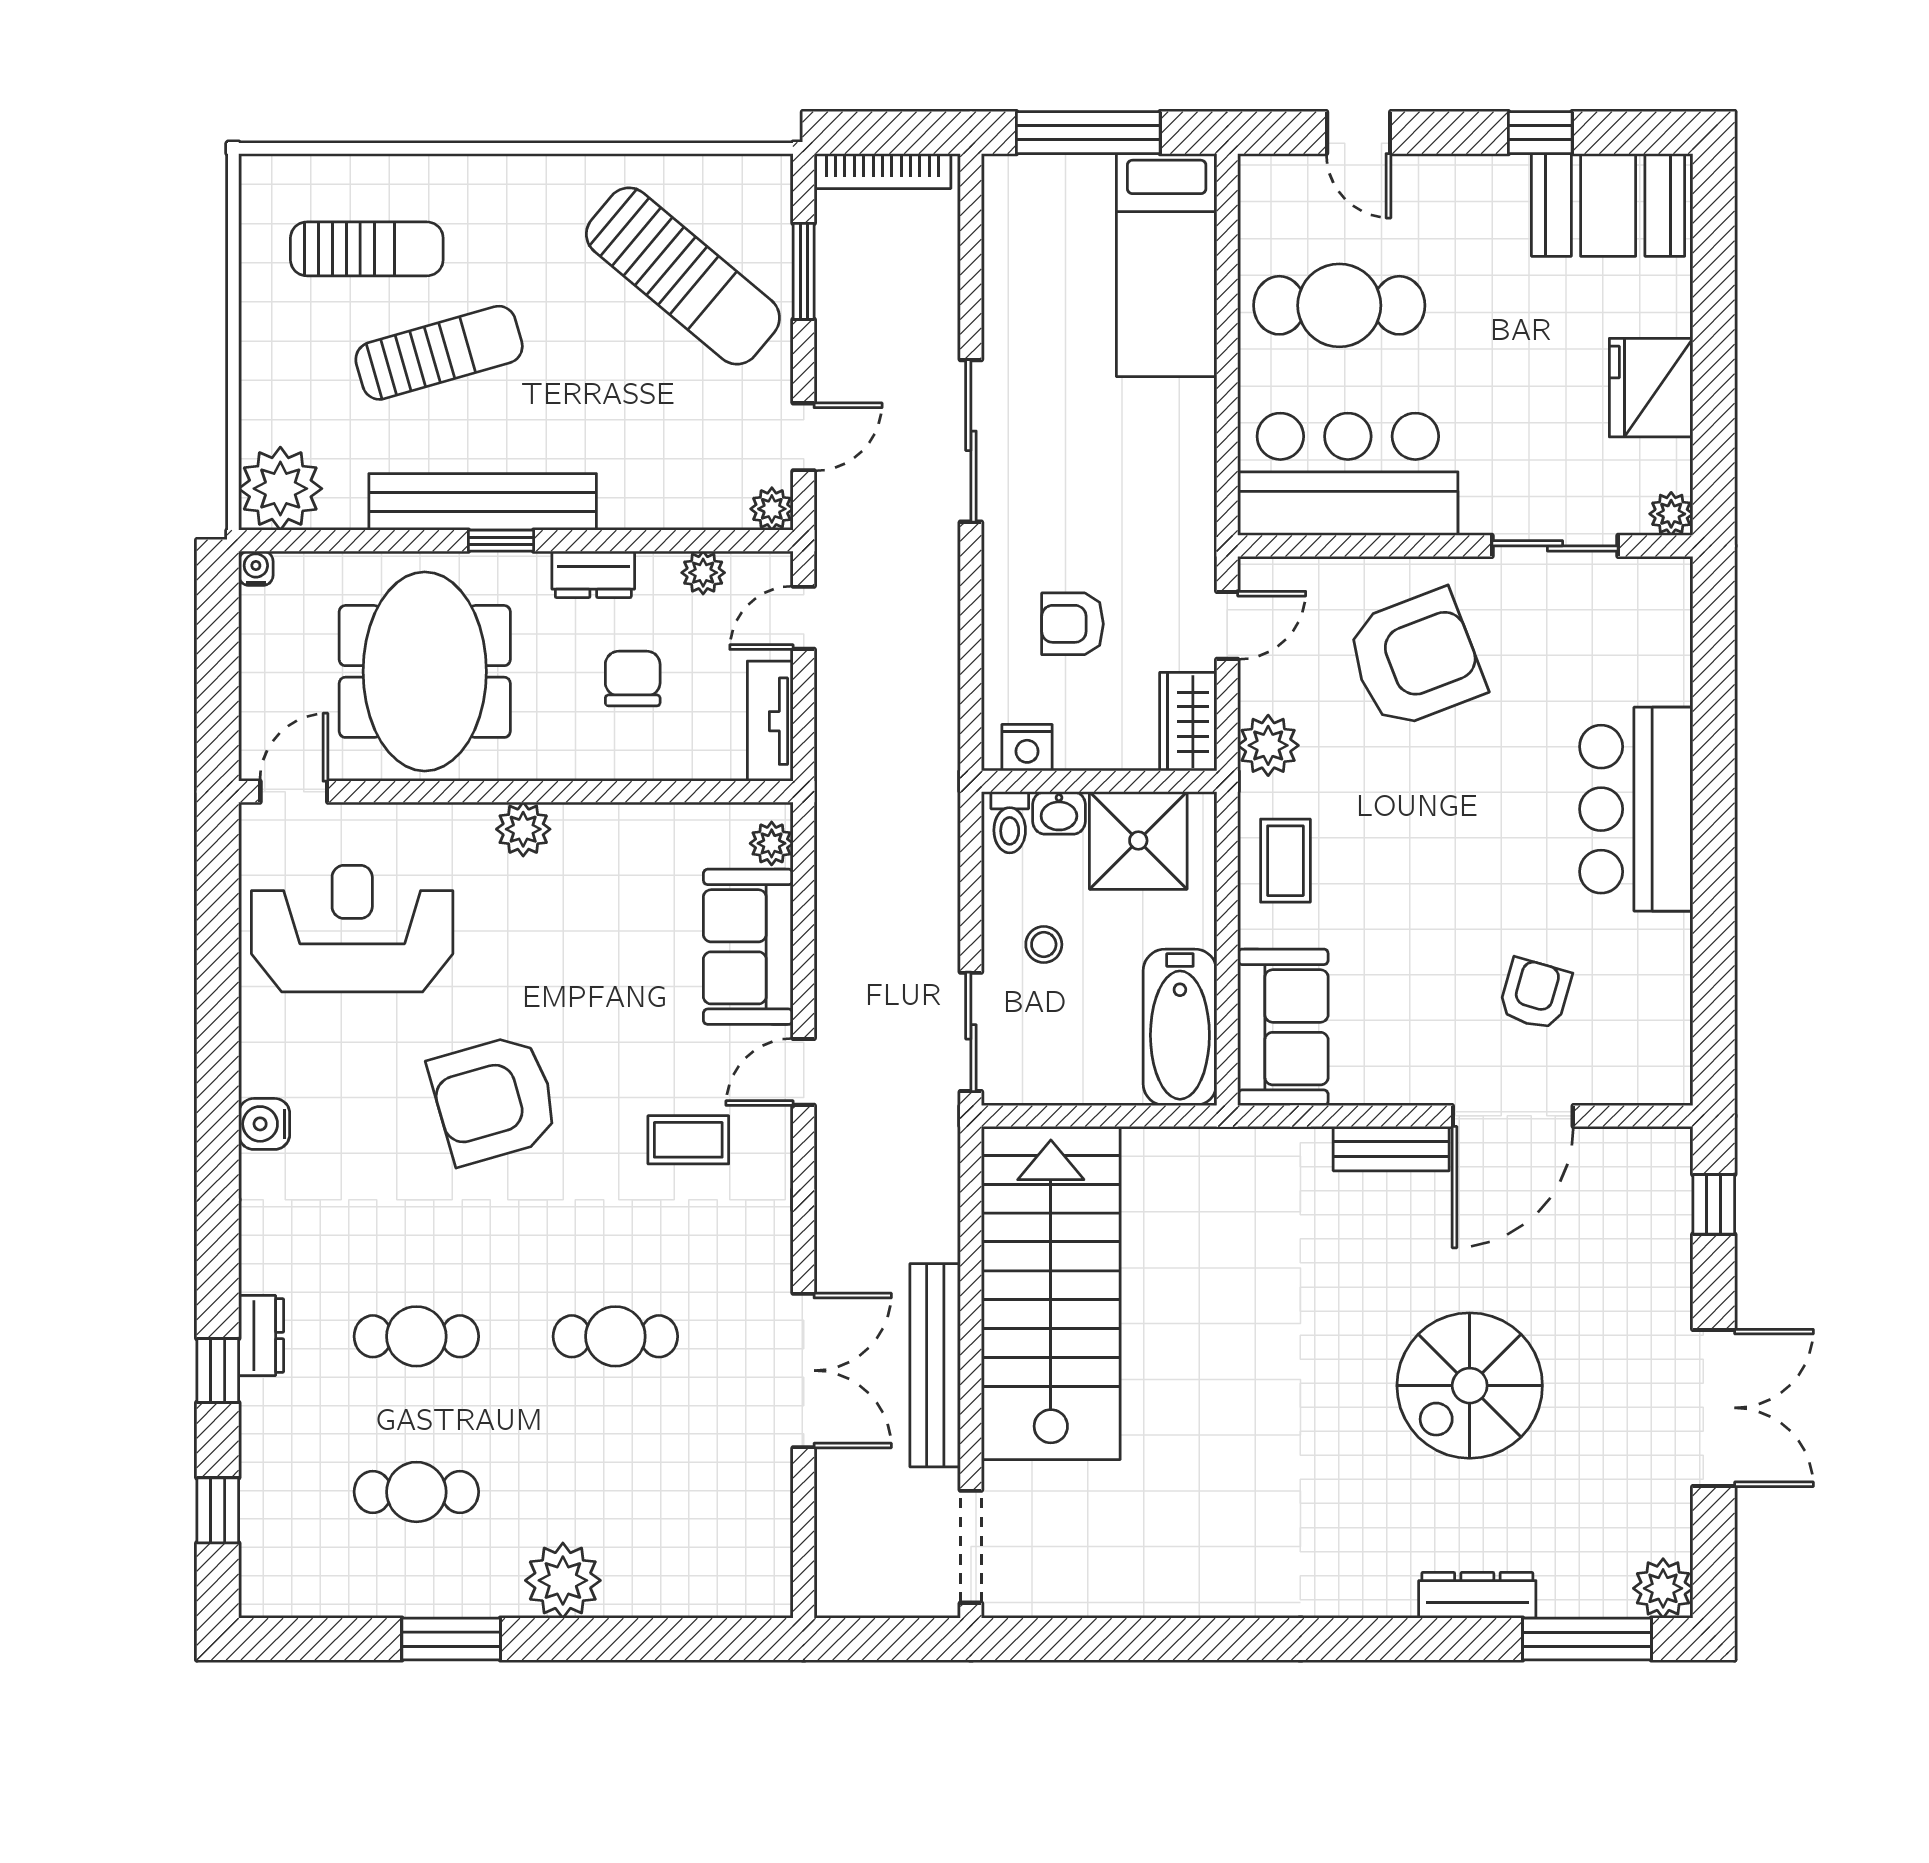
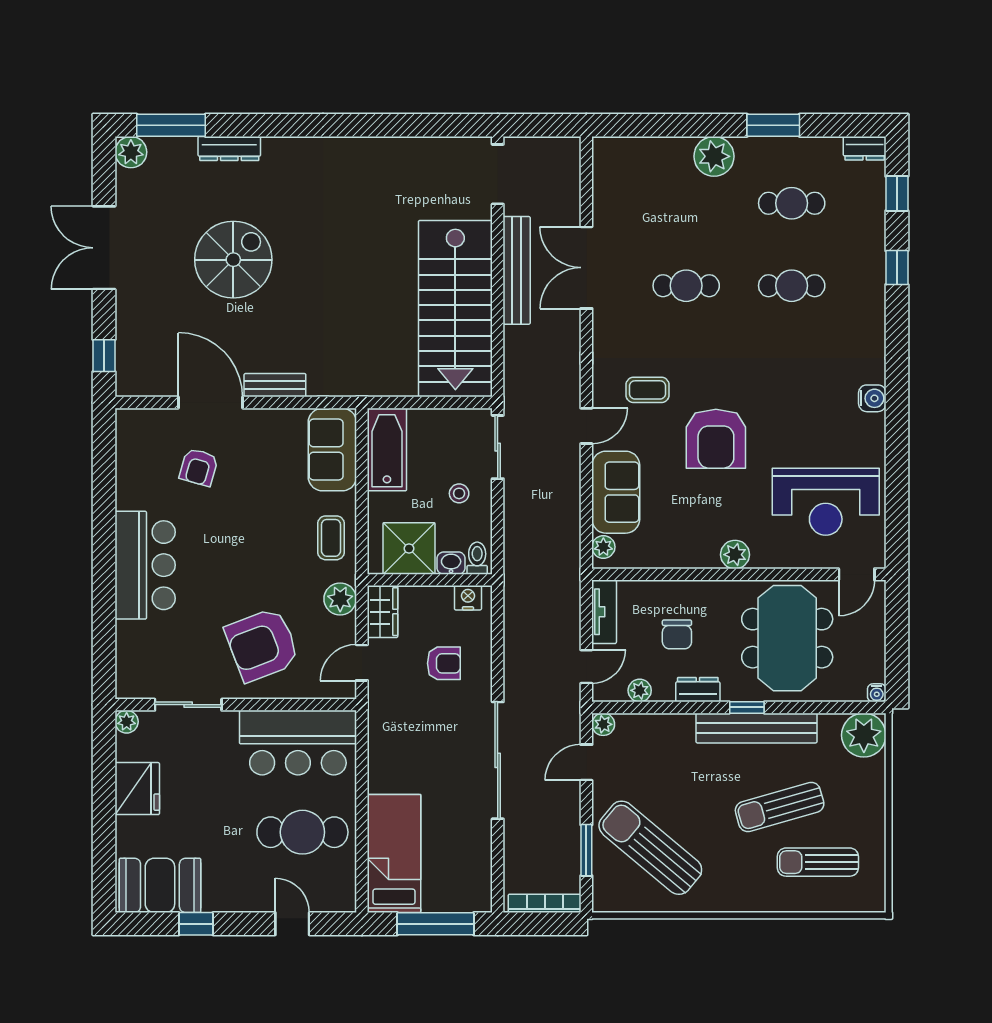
sliding door: (971, 441) -> (498, 760), width x1.36
armchair: (494, 1099) -> (716, 439), moved, turned 106
door: (1513, 1116) -> (210, 402), hinge flipped
dresser: (261, 1336) -> (865, 148), moved, turned -90

